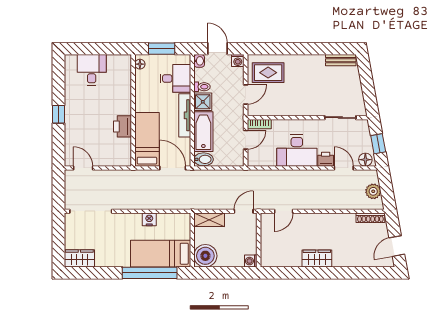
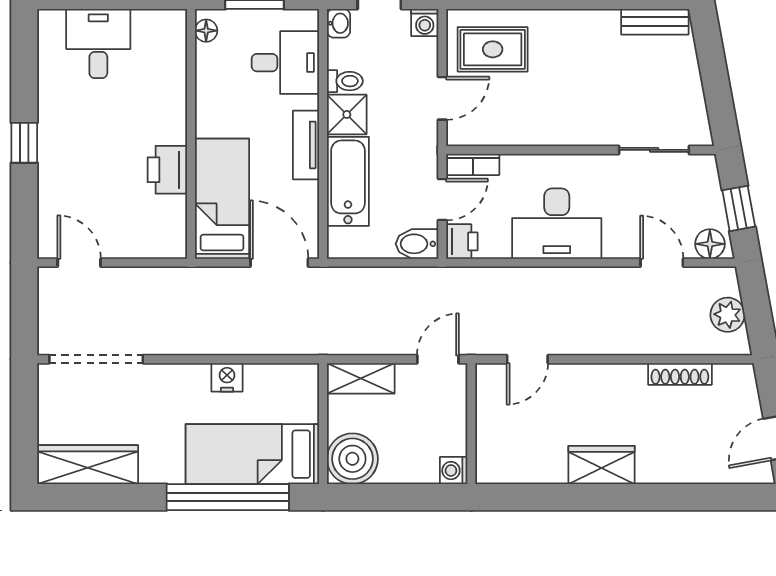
tv unit: (185, 115) -> (306, 145), width x0.71
bidet: (204, 159) -> (417, 244), moved, turned 180
printer: (326, 159) -> (462, 241), moved, turned 90
shoe rack: (370, 218) -> (680, 374), moved
wardrobe: (79, 258) -> (88, 465), width x1.50

